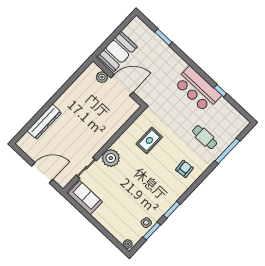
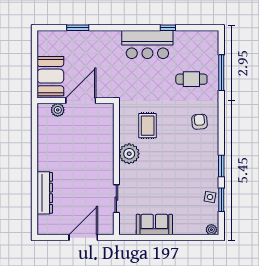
plant: (111, 158) -> (129, 154), moved
sofa: (85, 198) -> (154, 225), moved

